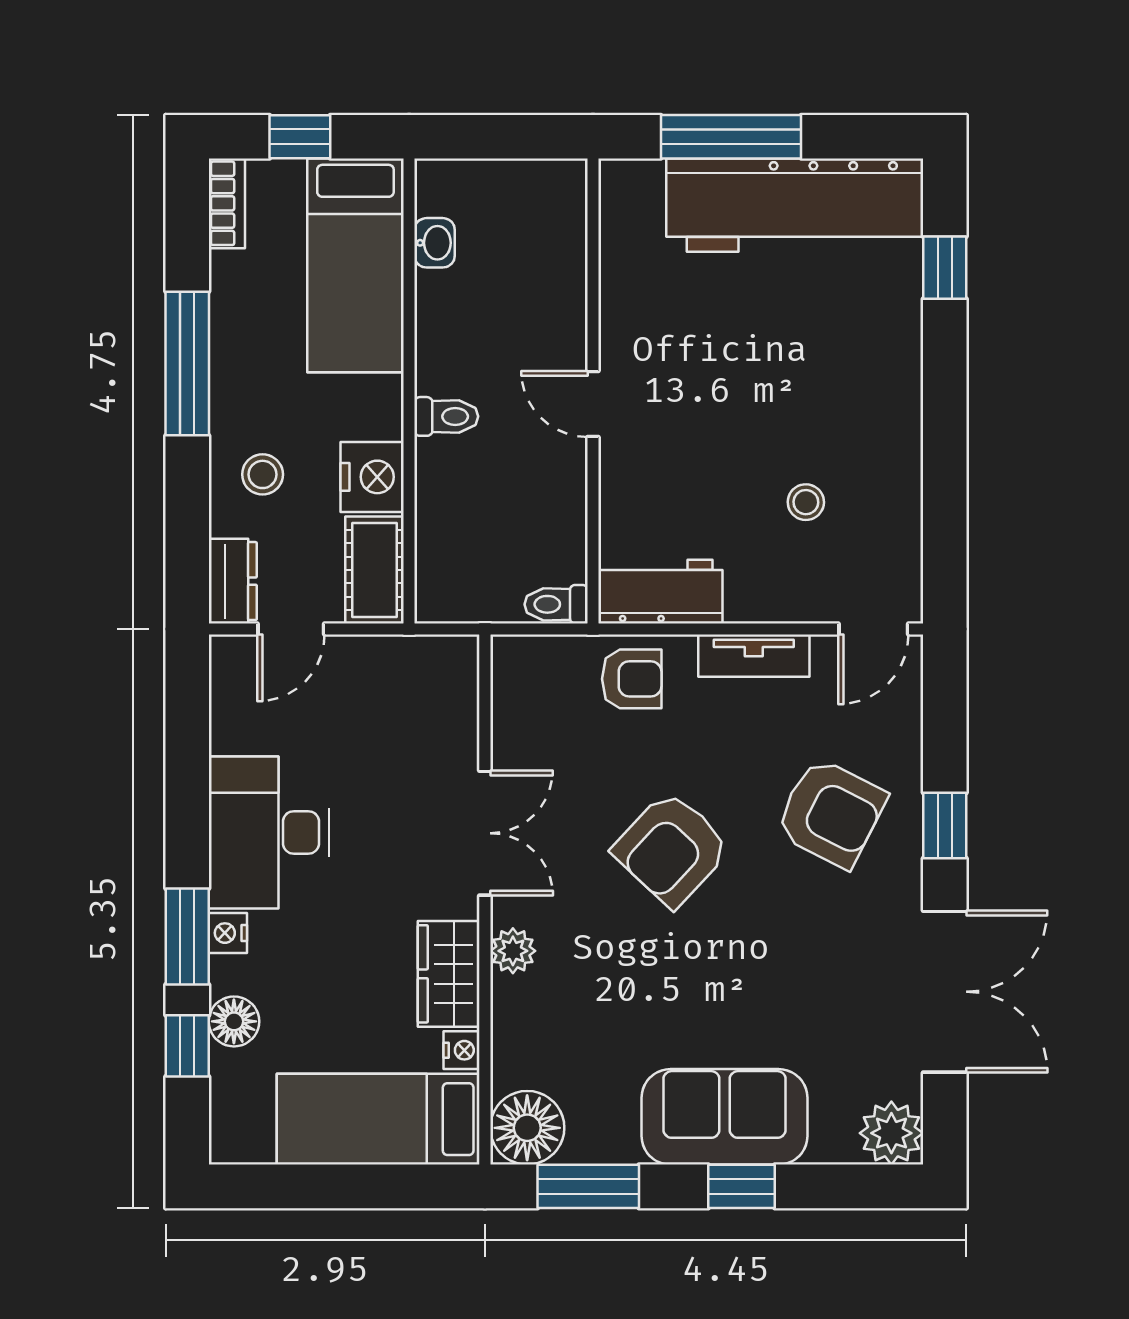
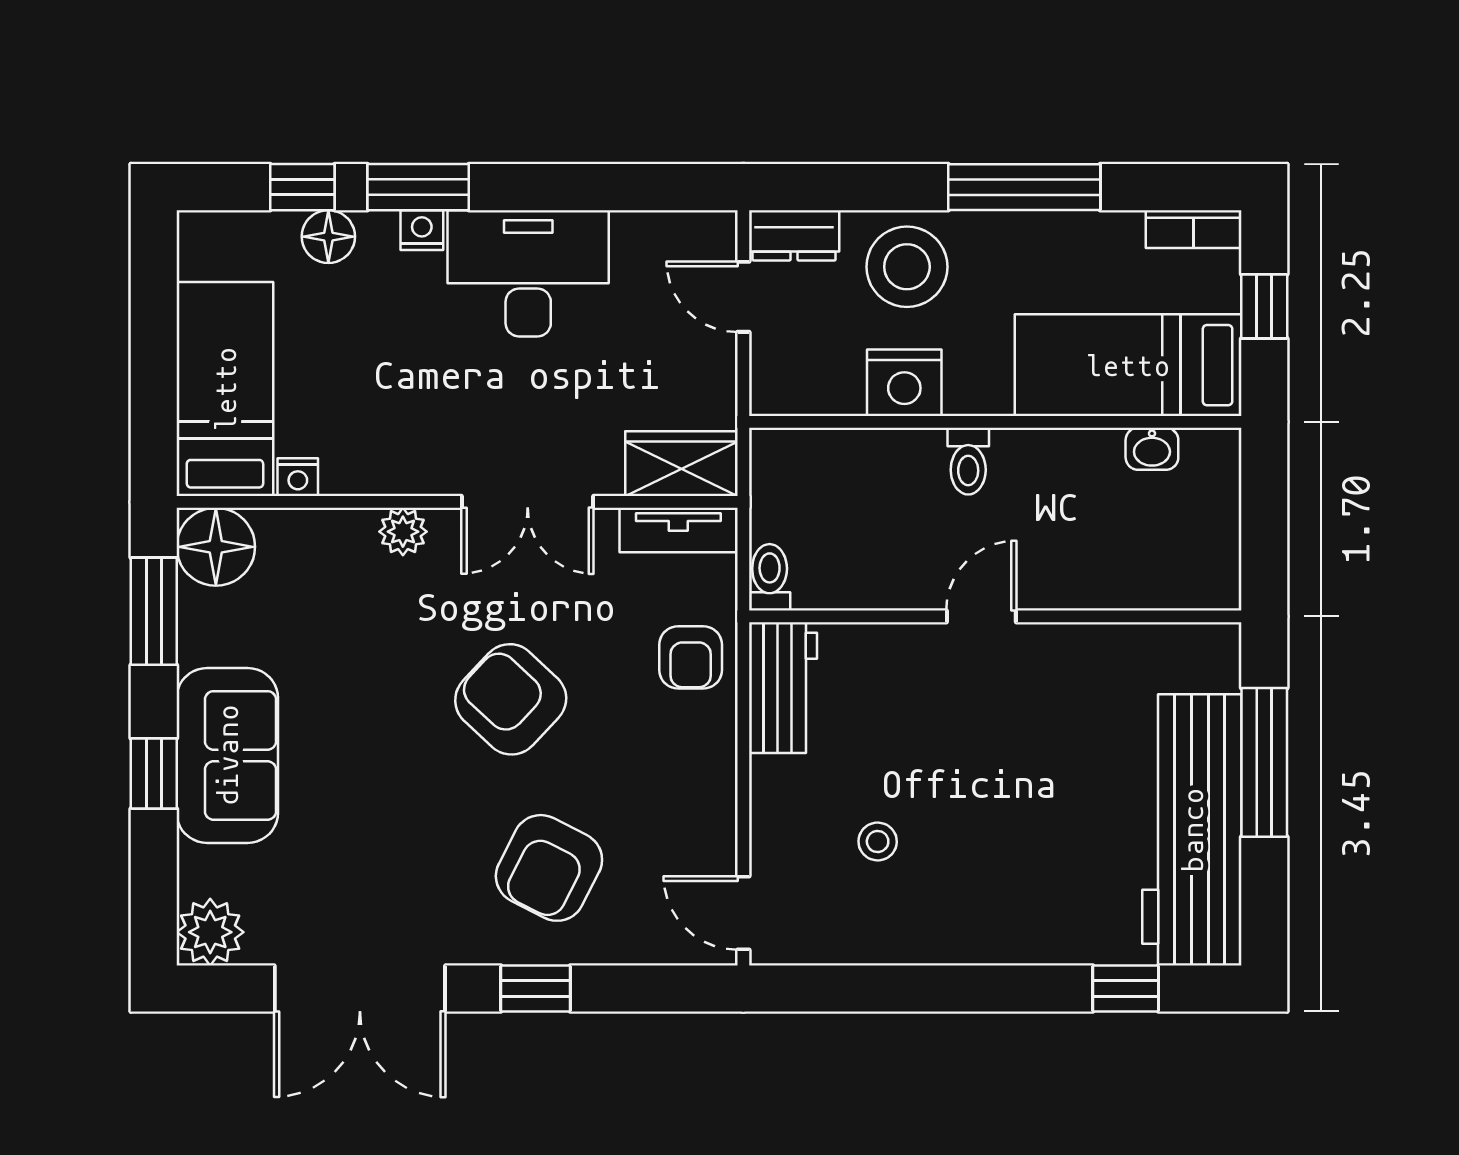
stool: (263, 474) -> (907, 267), width x1.89, depth x1.89
cot: (375, 570) -> (806, 385), removed
tv unit: (754, 656) -> (678, 530), moved, turned -90
wardrobe: (449, 974) -> (681, 464), moved

